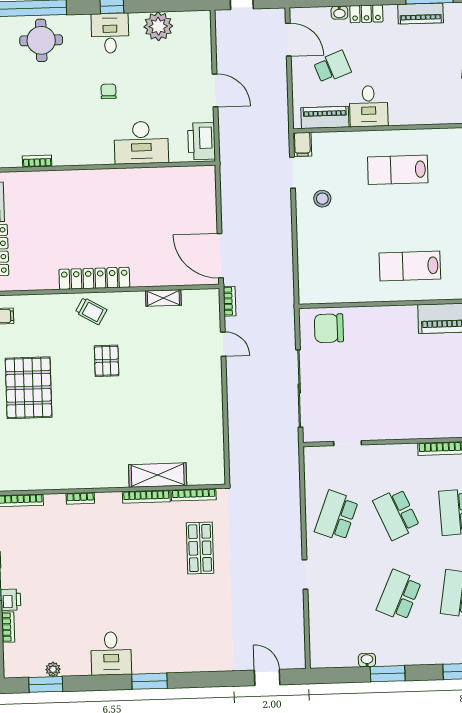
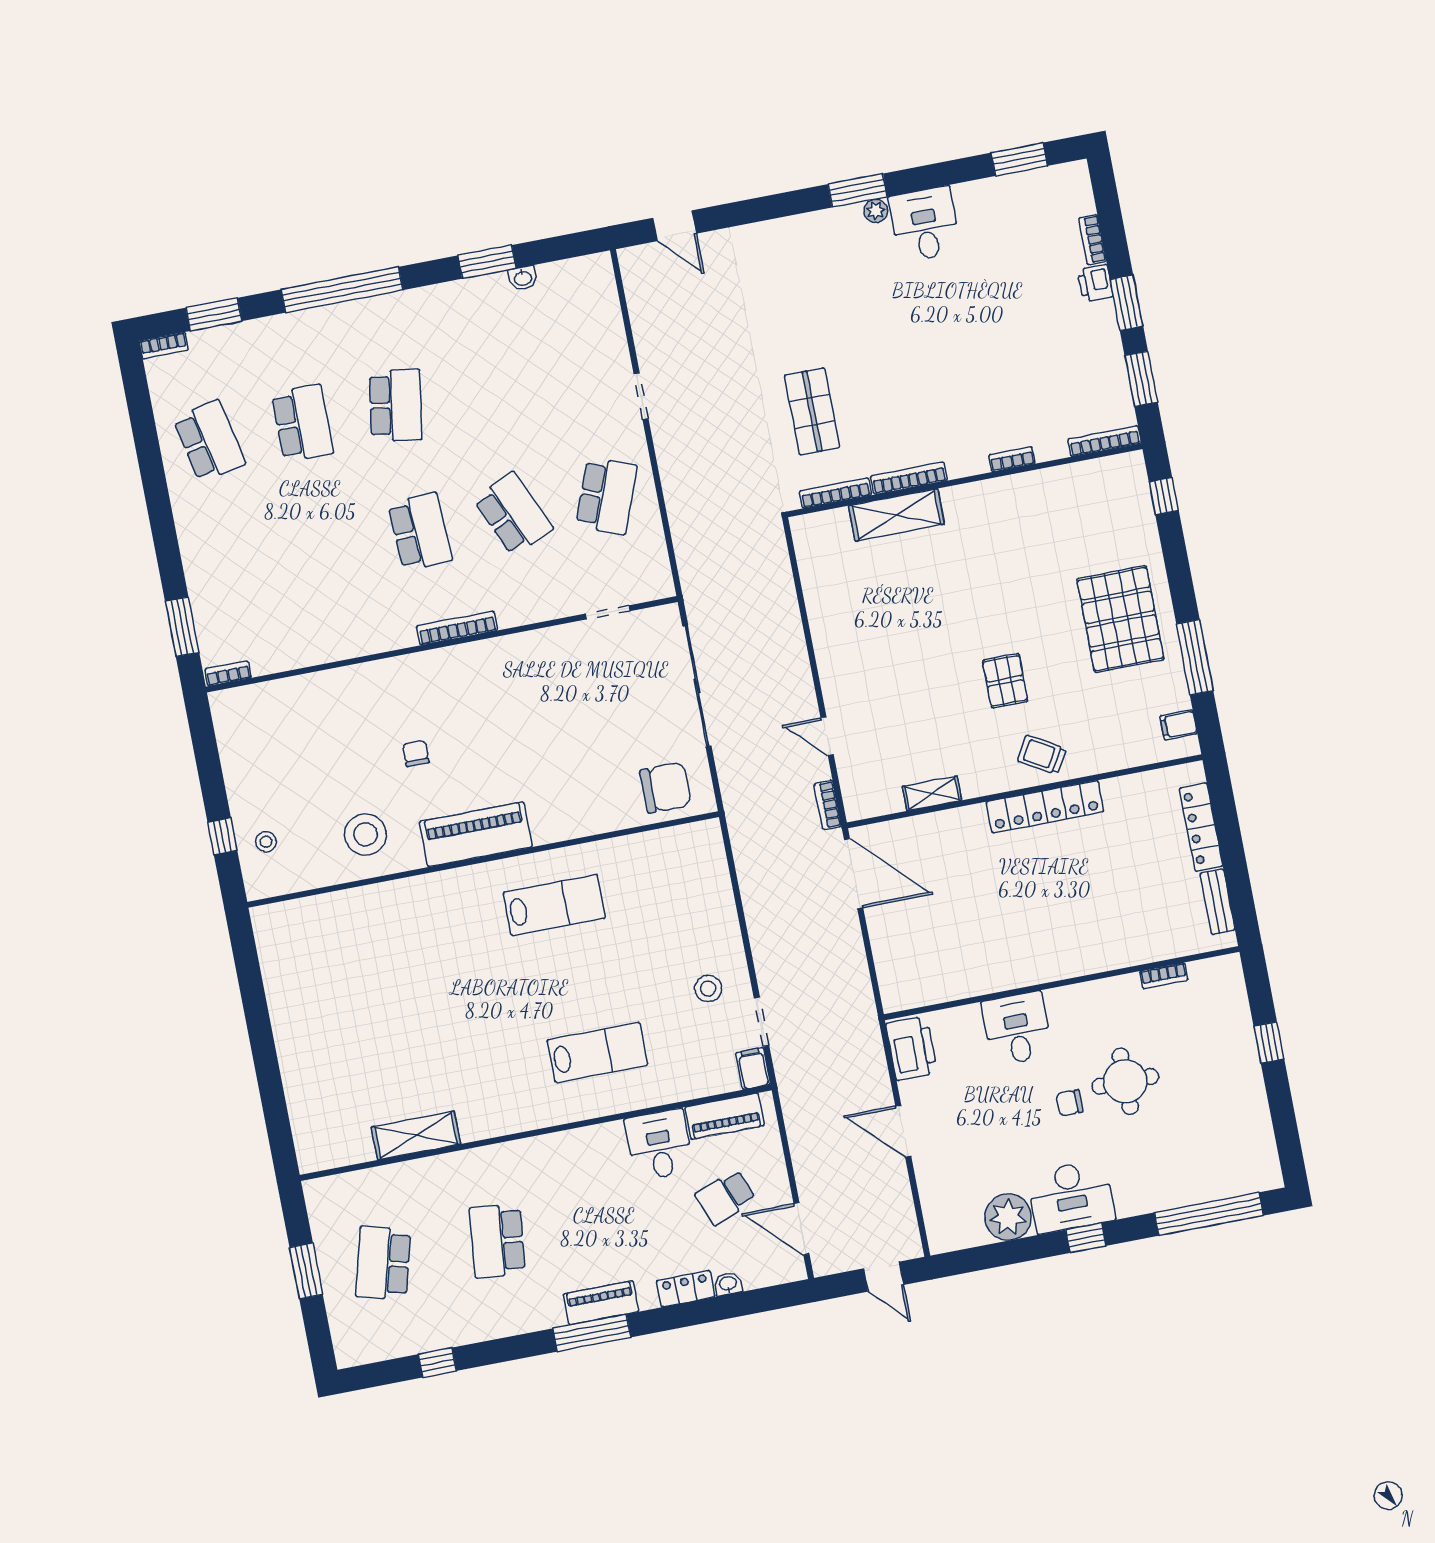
desk: (110, 33) -> (1071, 1196), width x1.37
round table: (41, 40) -> (1125, 1081), moved
chair: (109, 91) -> (1070, 1103), turned 90
desk: (141, 143) -> (1017, 1029), width x0.73
school desk: (399, 595) -> (489, 387), removed
plant: (53, 669) -> (876, 211), moved

